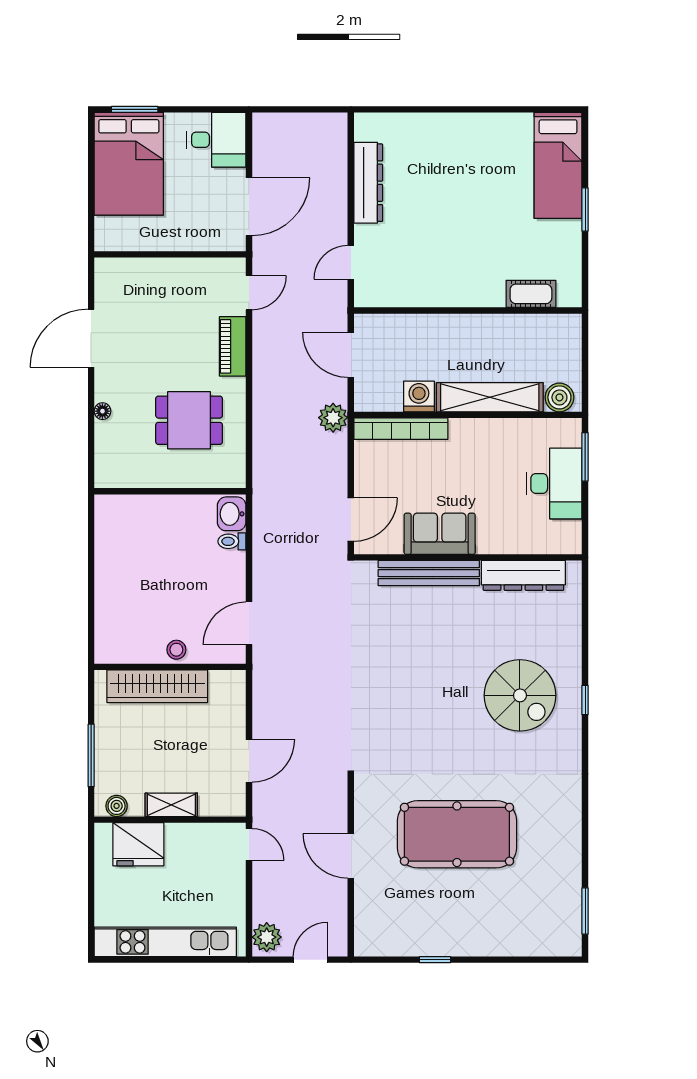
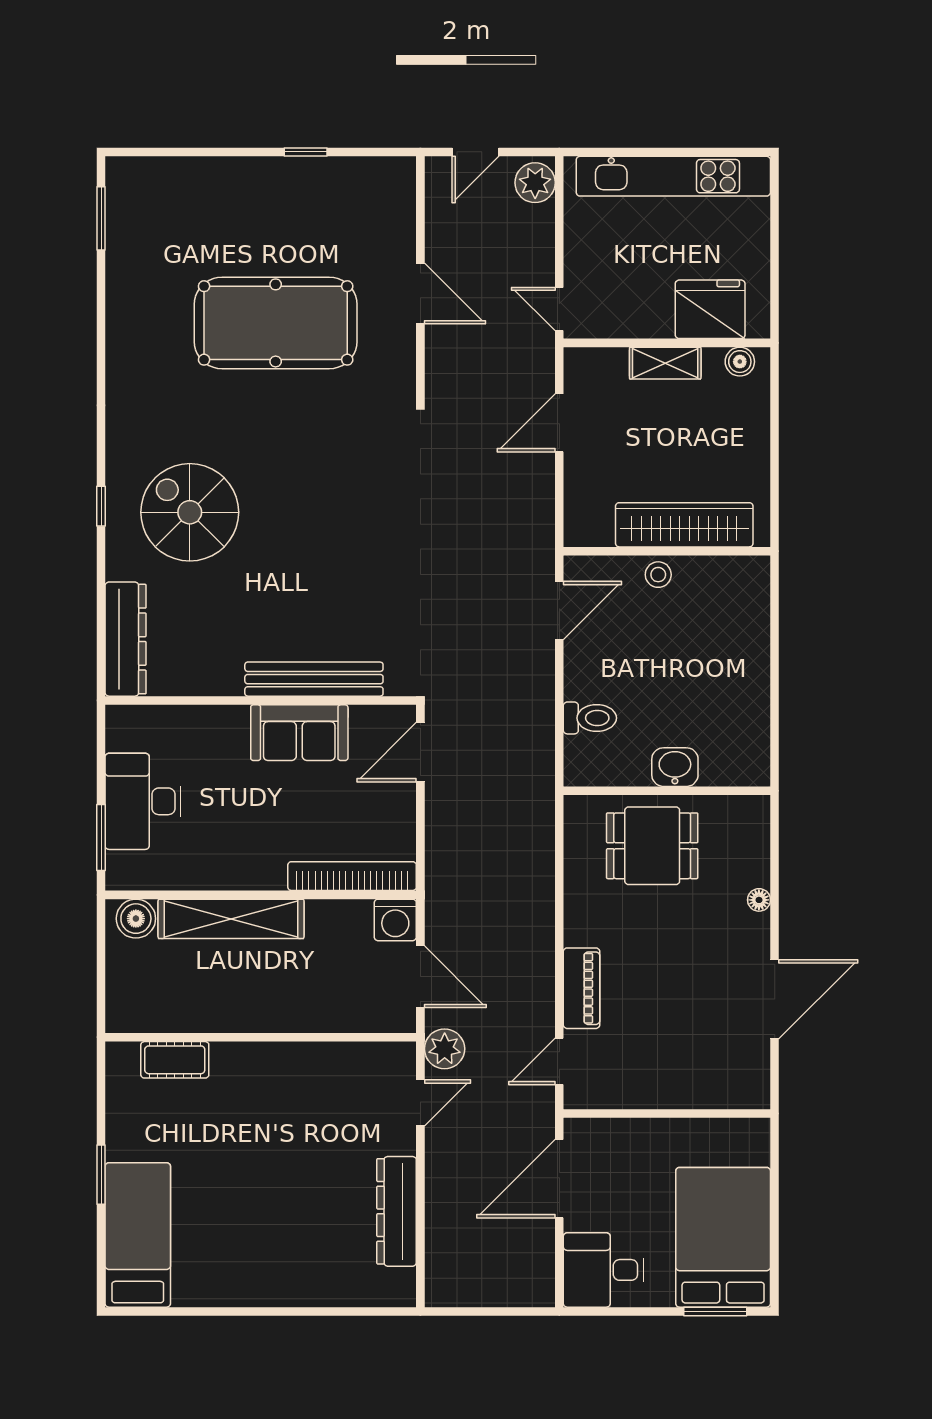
washing machine: (419, 396) -> (395, 920), moved
plant: (333, 418) -> (445, 1049), moved
dining table: (189, 420) -> (652, 846), moved
washbasin: (232, 514) -> (675, 767), moved, turned -90
toilet: (232, 541) -> (590, 718), width x1.37, depth x1.39
dresser: (523, 575) -> (126, 639), moved, turned 90
window: (91, 755) -> (775, 430), removed

